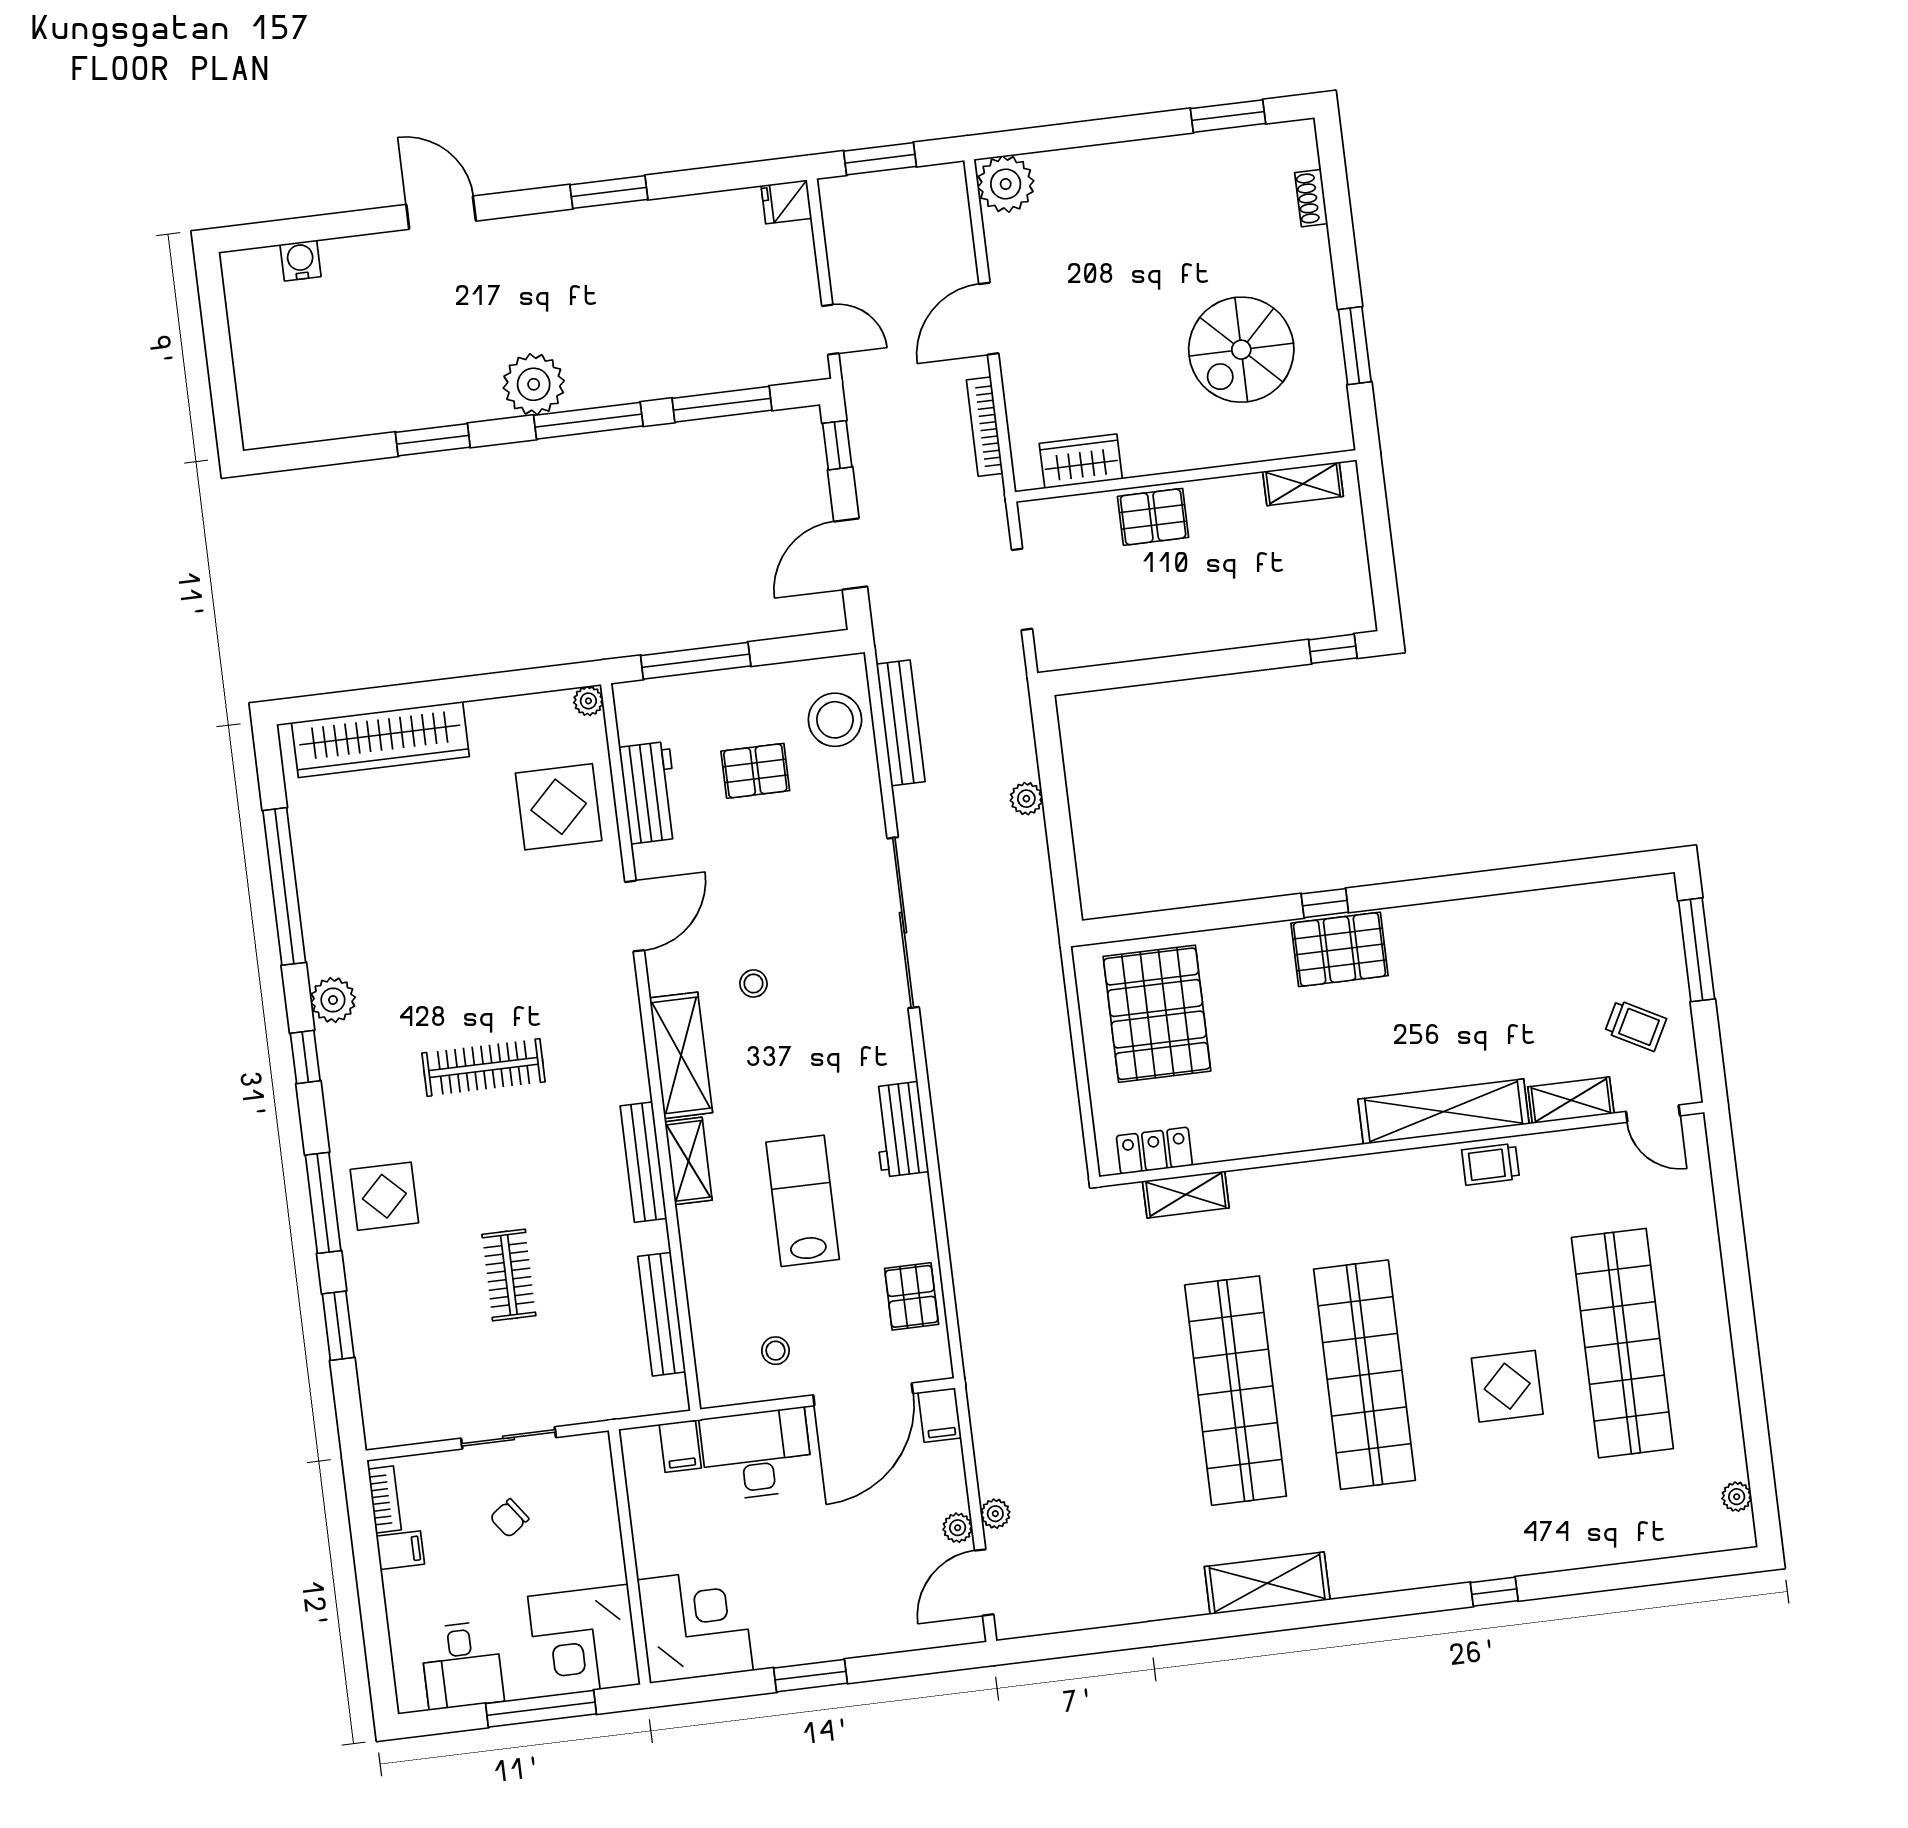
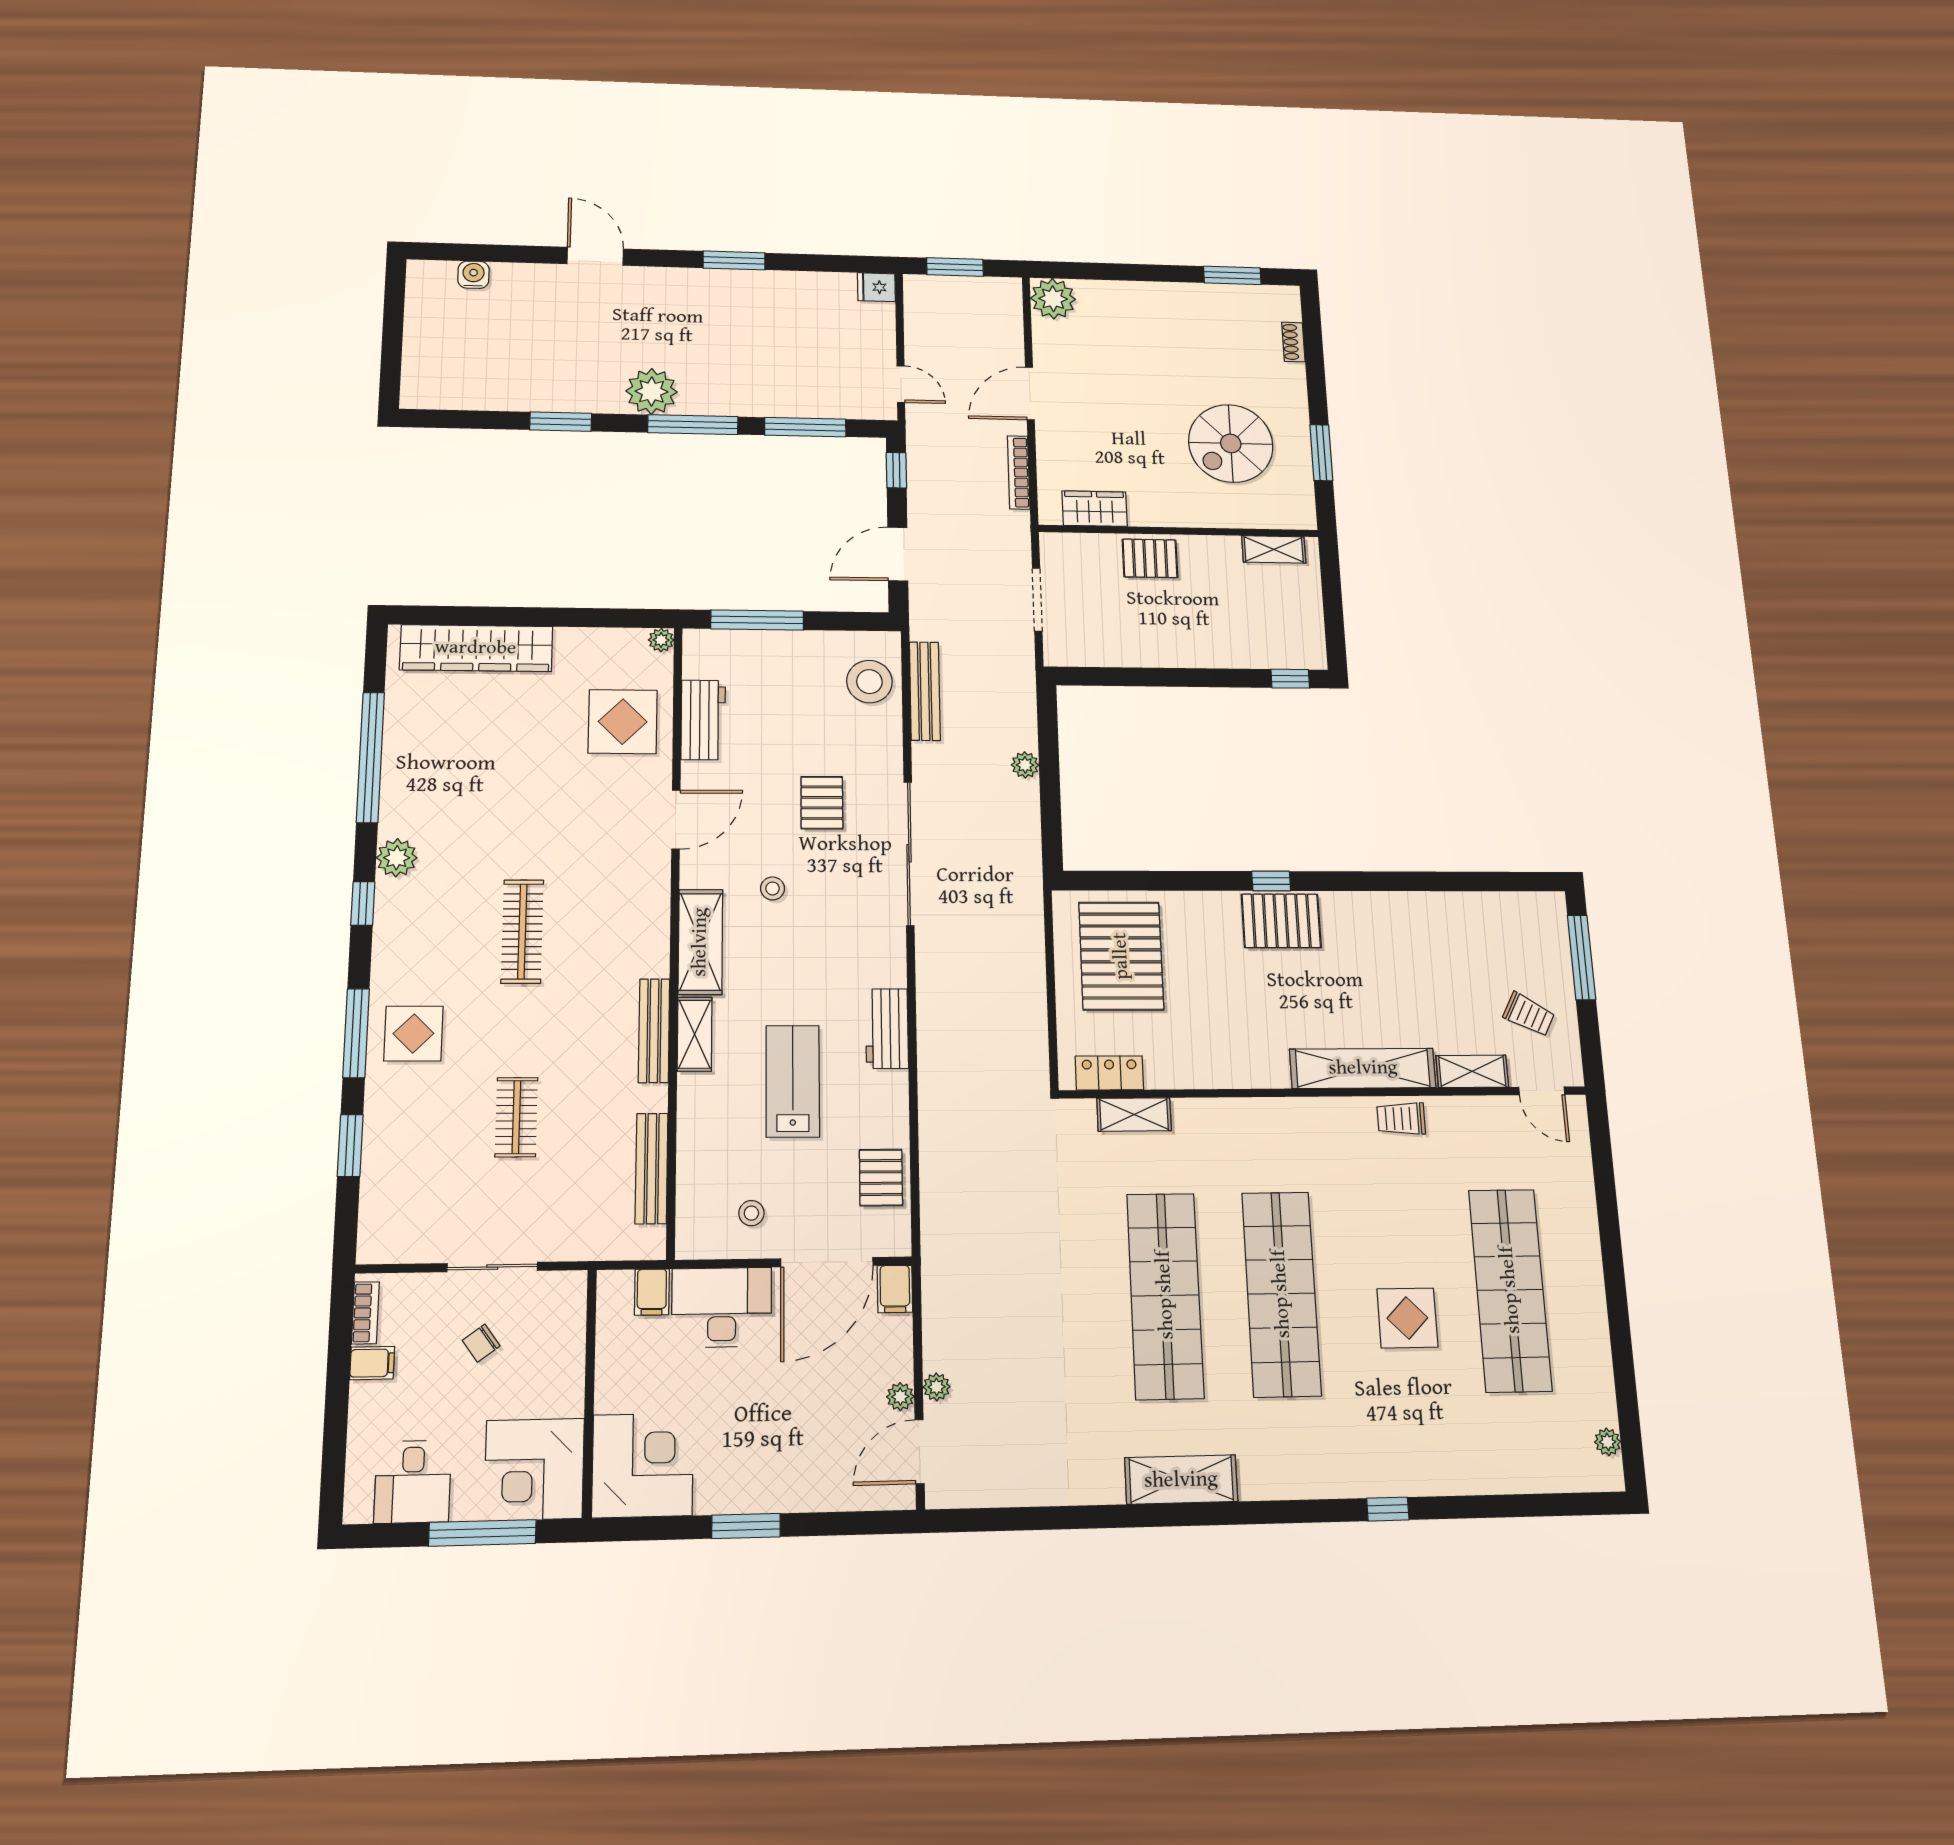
pallet: (755, 771) -> (822, 803), moved, turned 90
clothes rail: (483, 1067) -> (522, 931), turned 90

